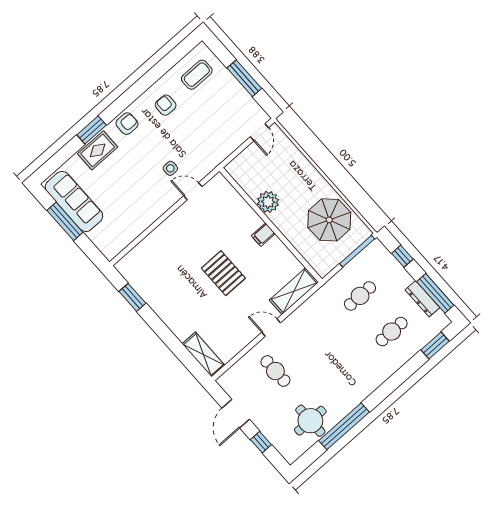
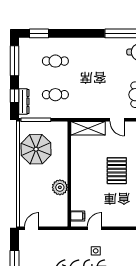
door: (193, 191) -> (94, 228), swing flipped
filing cabinet: (263, 235) -> (78, 216), moved
dresser: (422, 299) -> (24, 101), moved

